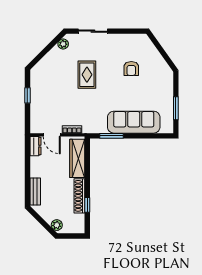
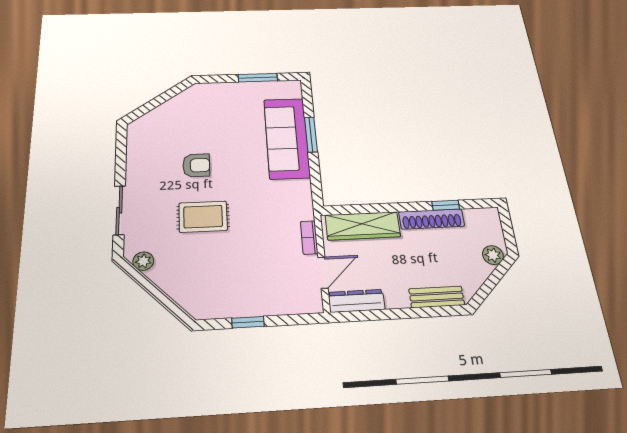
armchair: (131, 68) -> (196, 165), moved
window: (111, 136) -> (311, 135), moved
dresser: (35, 146) -> (356, 301), width x1.44

